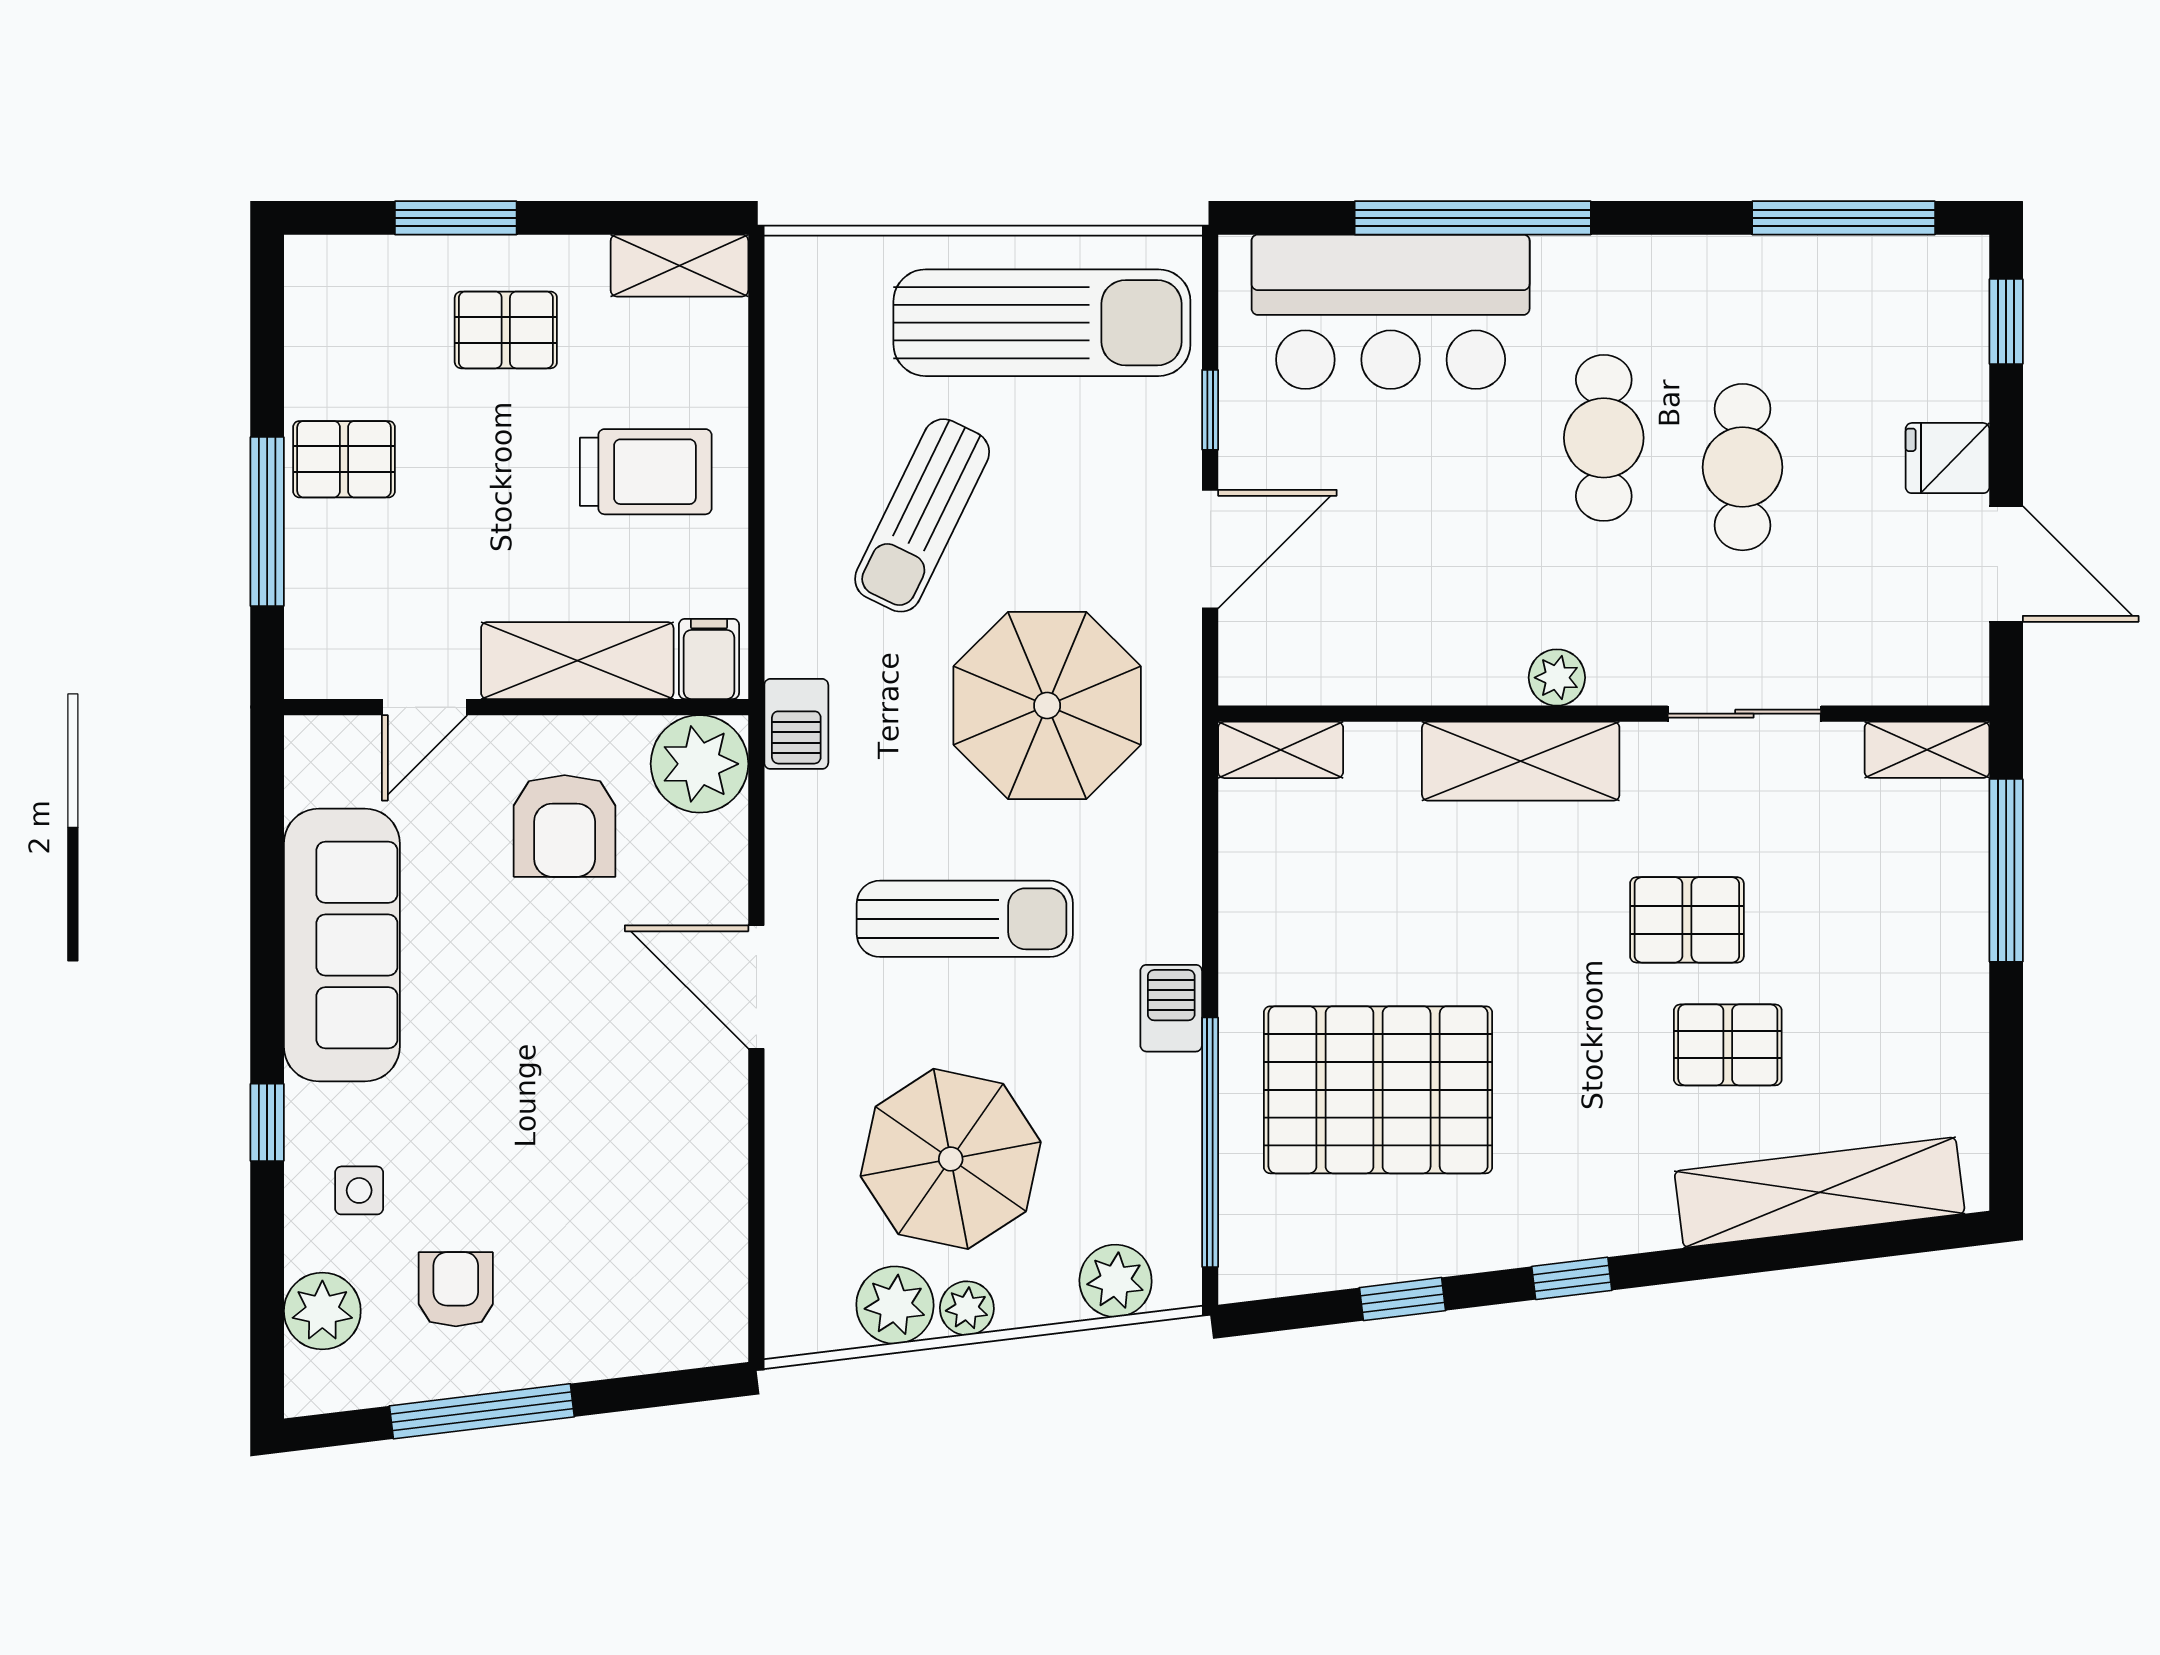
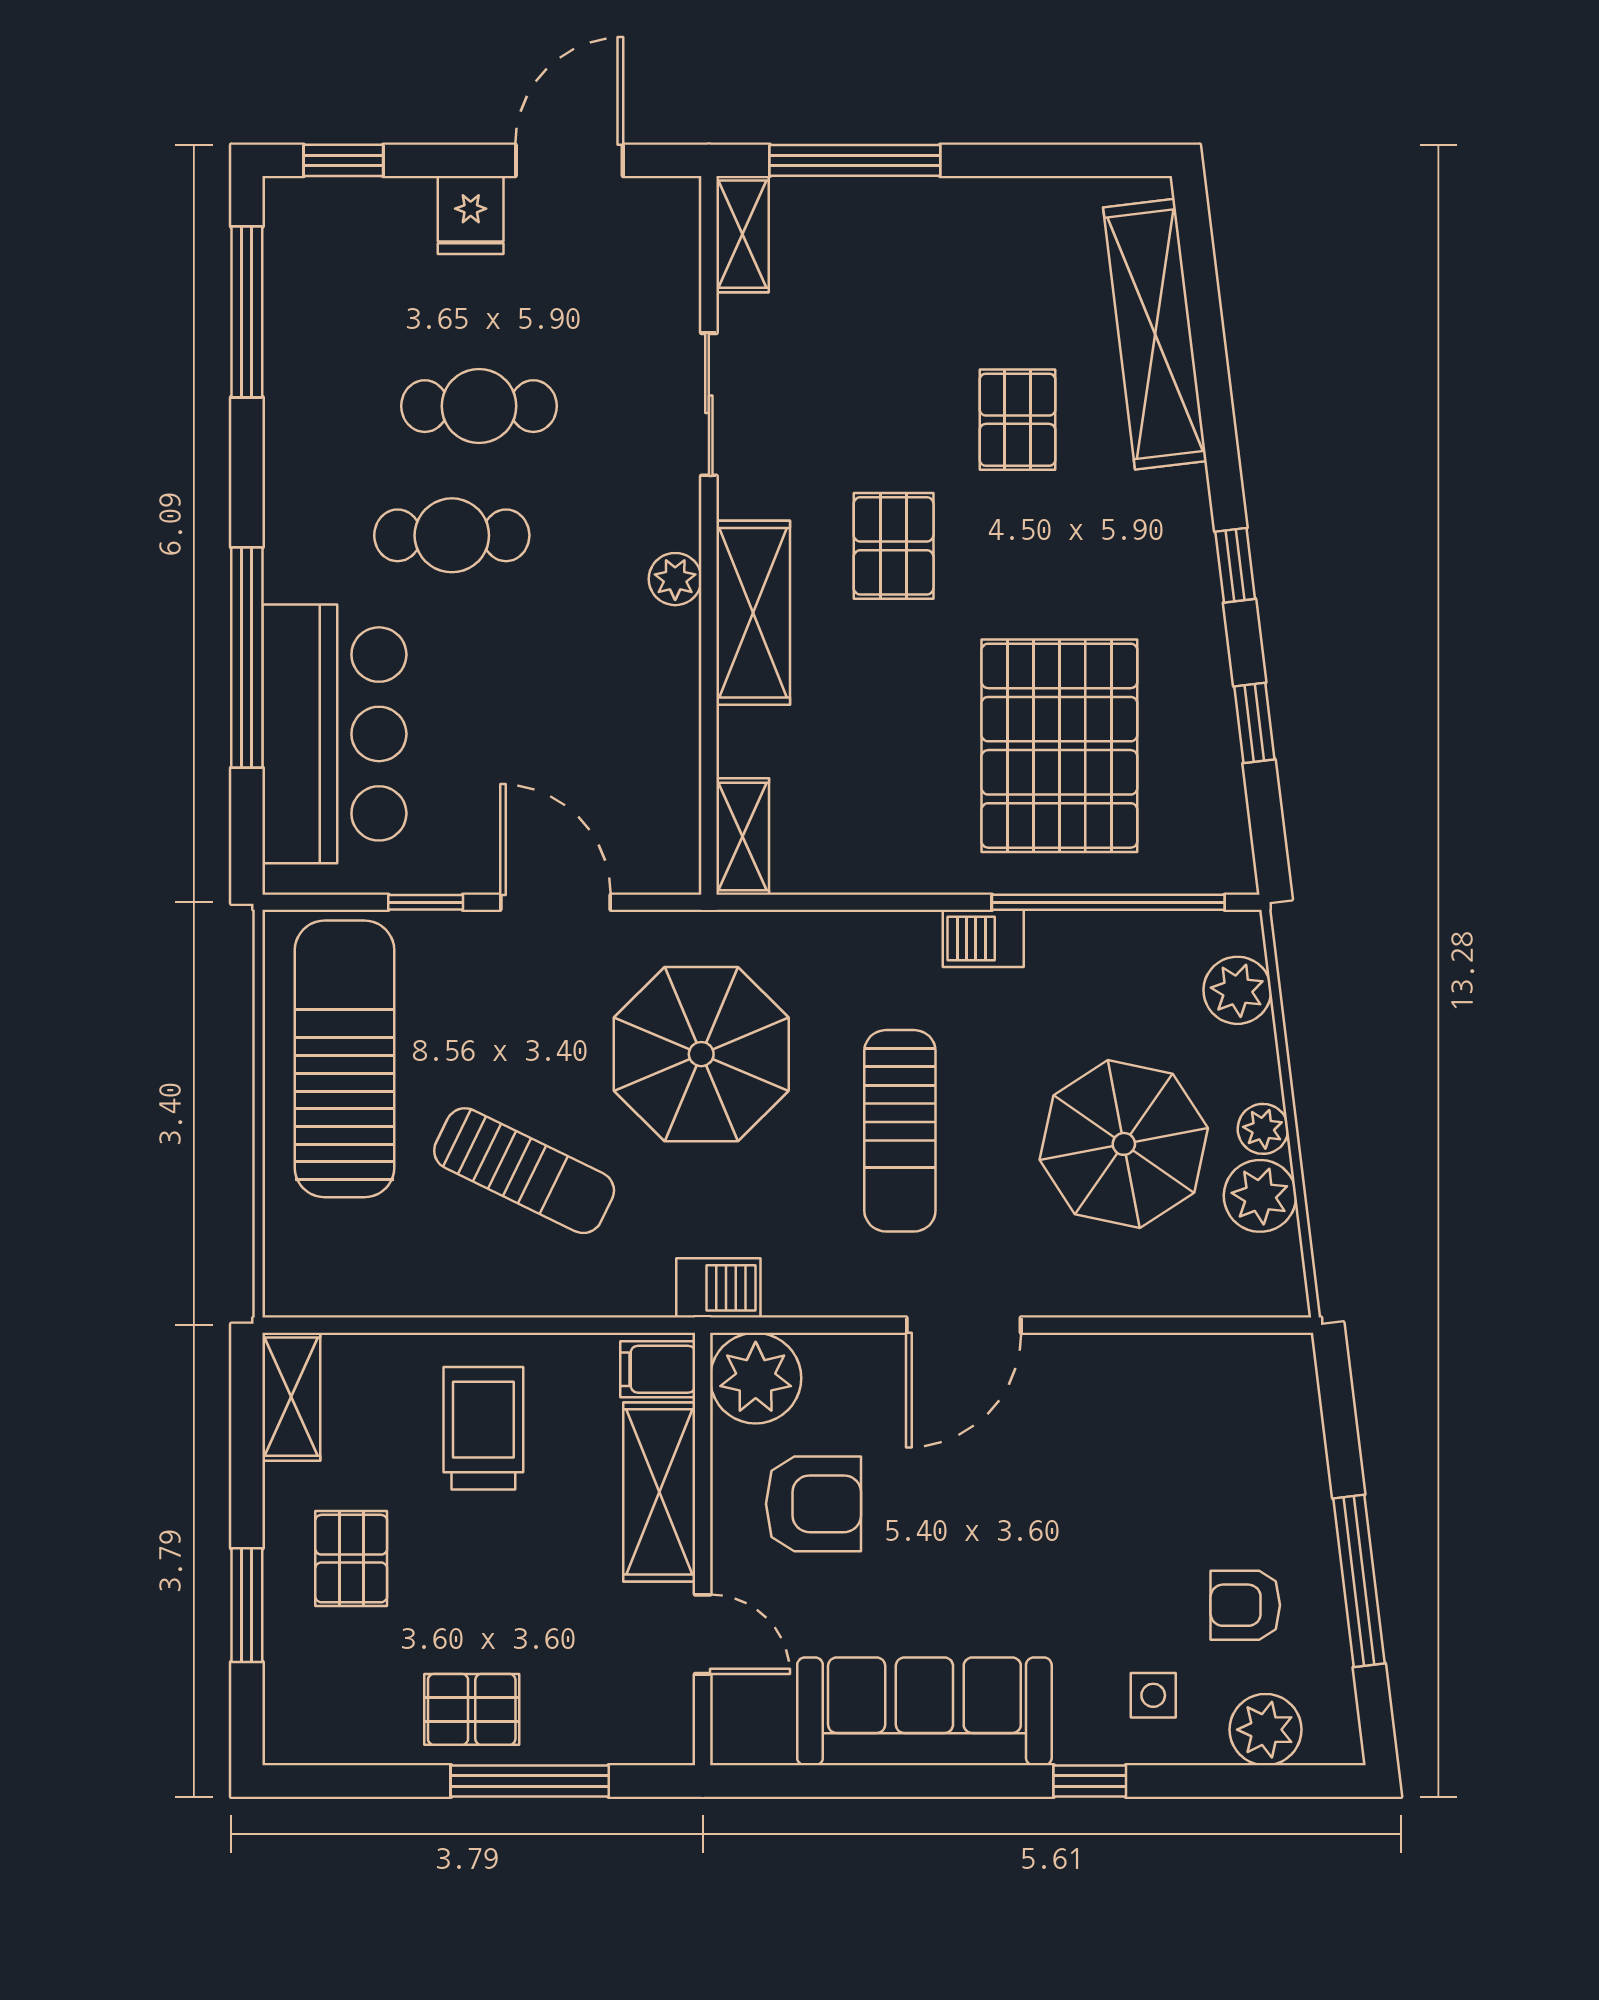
pallet: (344, 459) -> (472, 1709), turned 90
sun lounger: (965, 919) -> (900, 1131), turned 180
pallet: (1687, 920) -> (894, 546), moved

